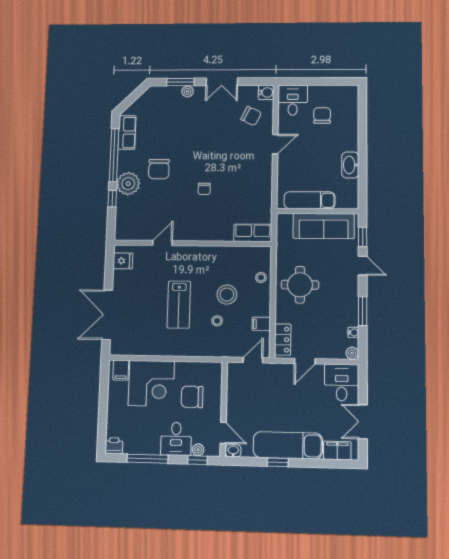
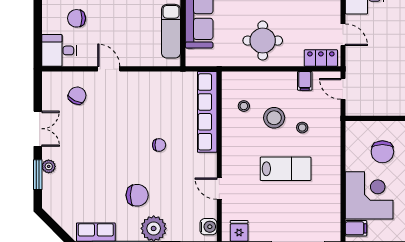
water cooler: (266, 92) -> (208, 227), moved, turned 90
row of seats: (253, 233) -> (207, 112), width x2.02
stool: (261, 278) -> (244, 106), moved

